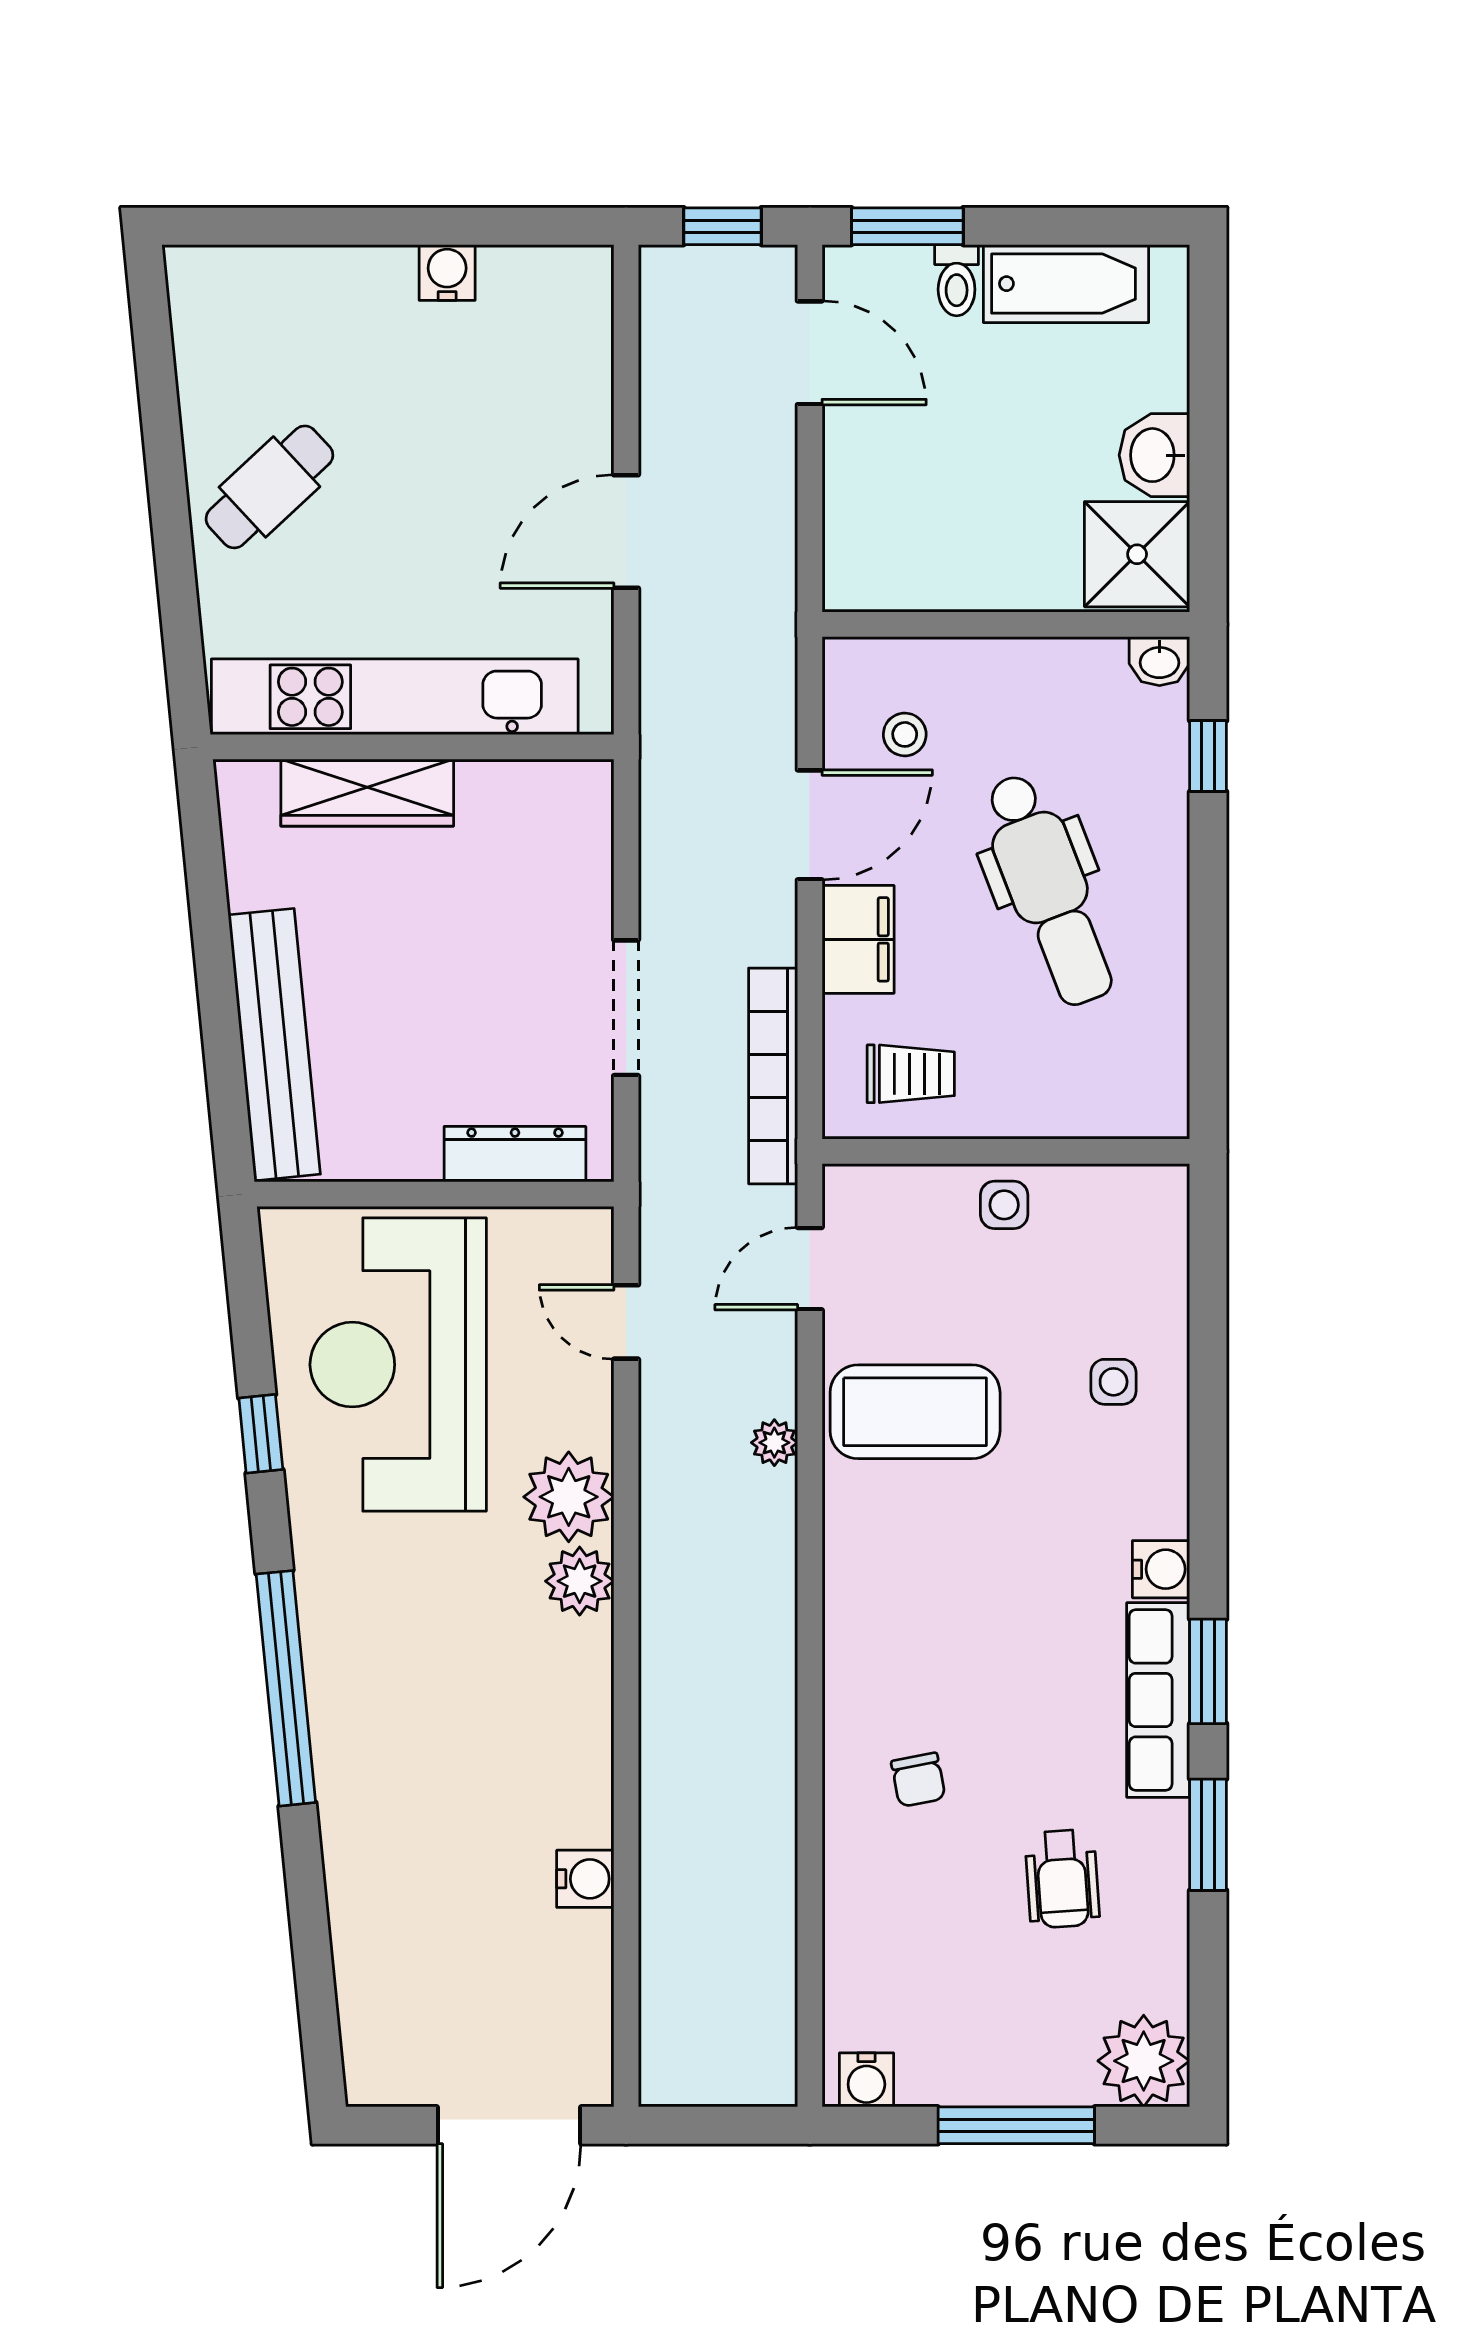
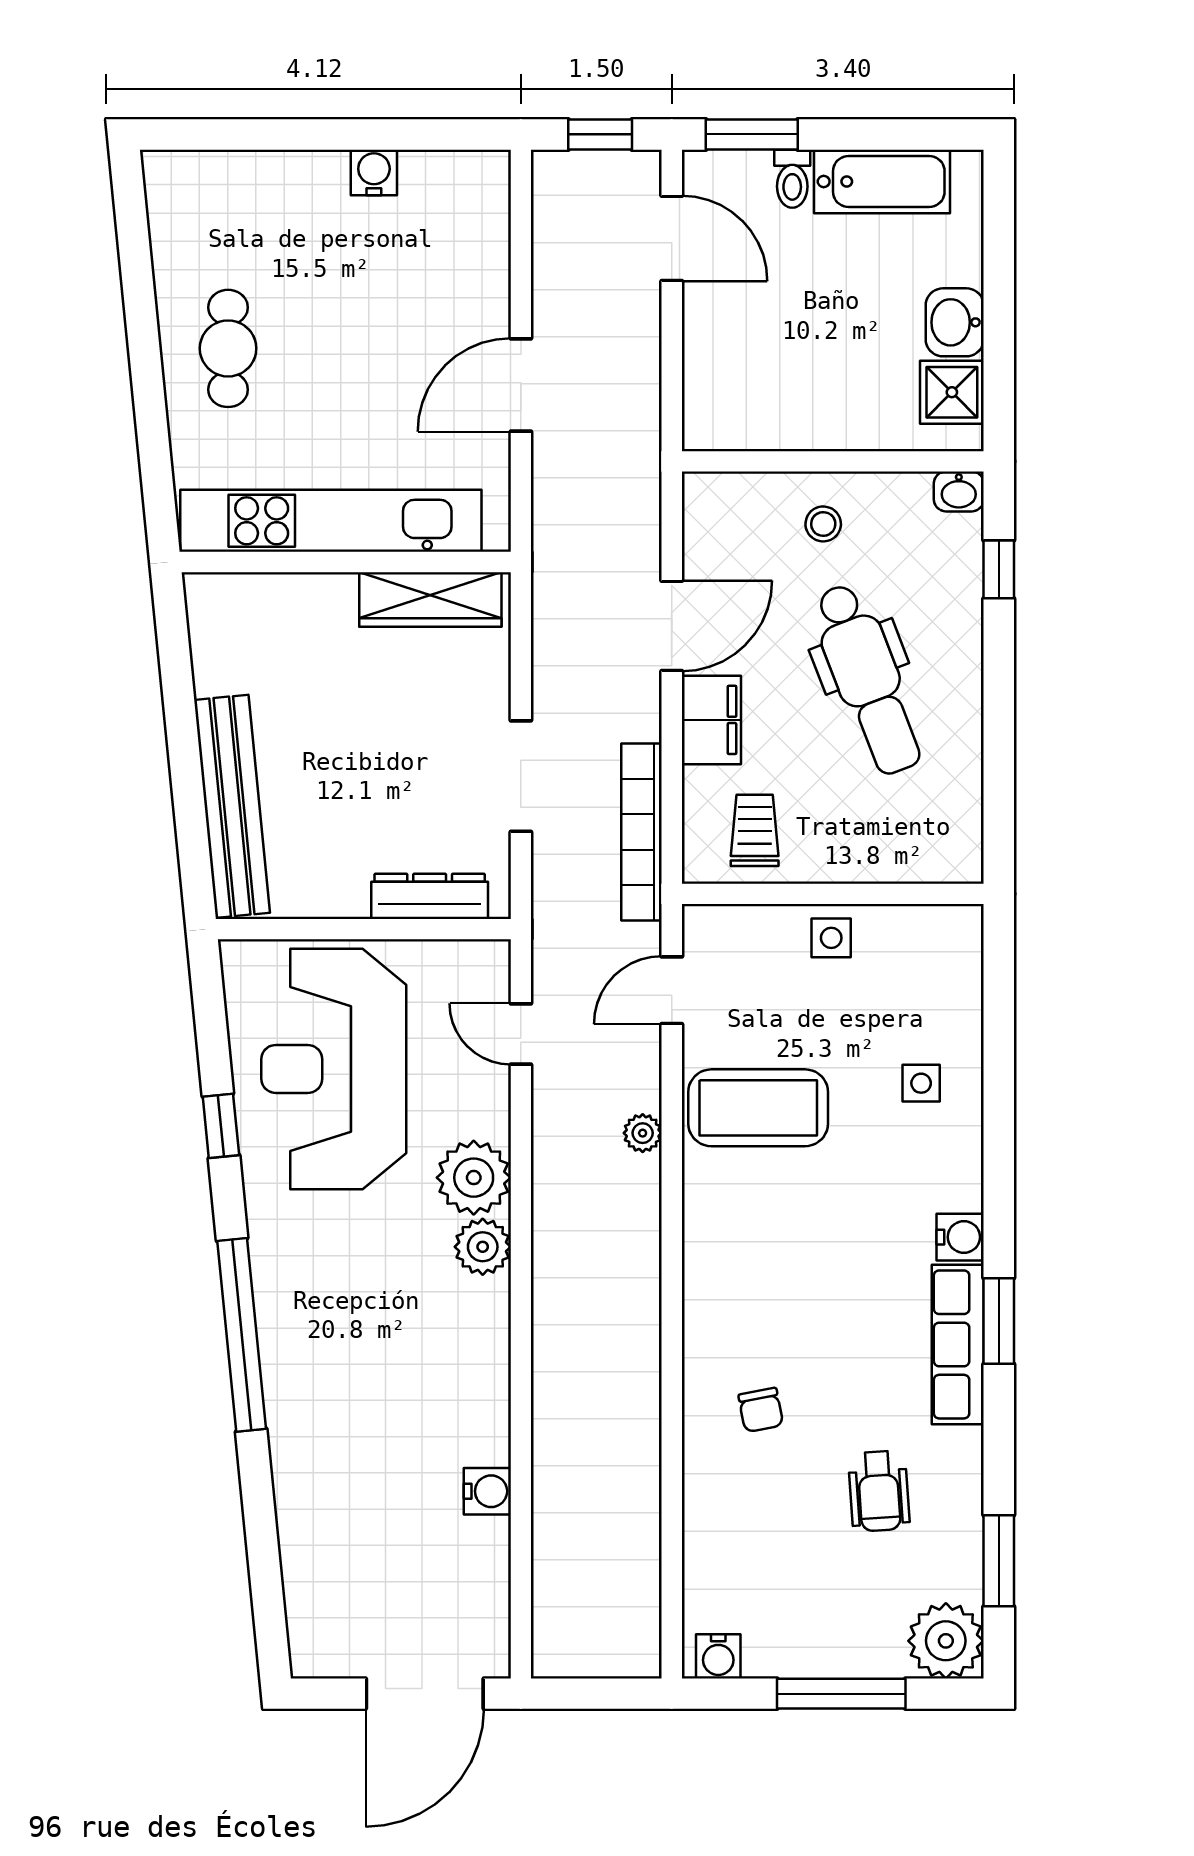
cafe table: (269, 487) -> (228, 348), turned -47
shower: (1137, 554) -> (952, 392), width x0.73, depth x0.73
stool: (905, 734) -> (823, 524), moved
wardrobe: (367, 793) -> (430, 599), moved
trolley: (911, 1074) -> (755, 830), turned -90
window: (1208, 1835) -> (999, 1561), moved

